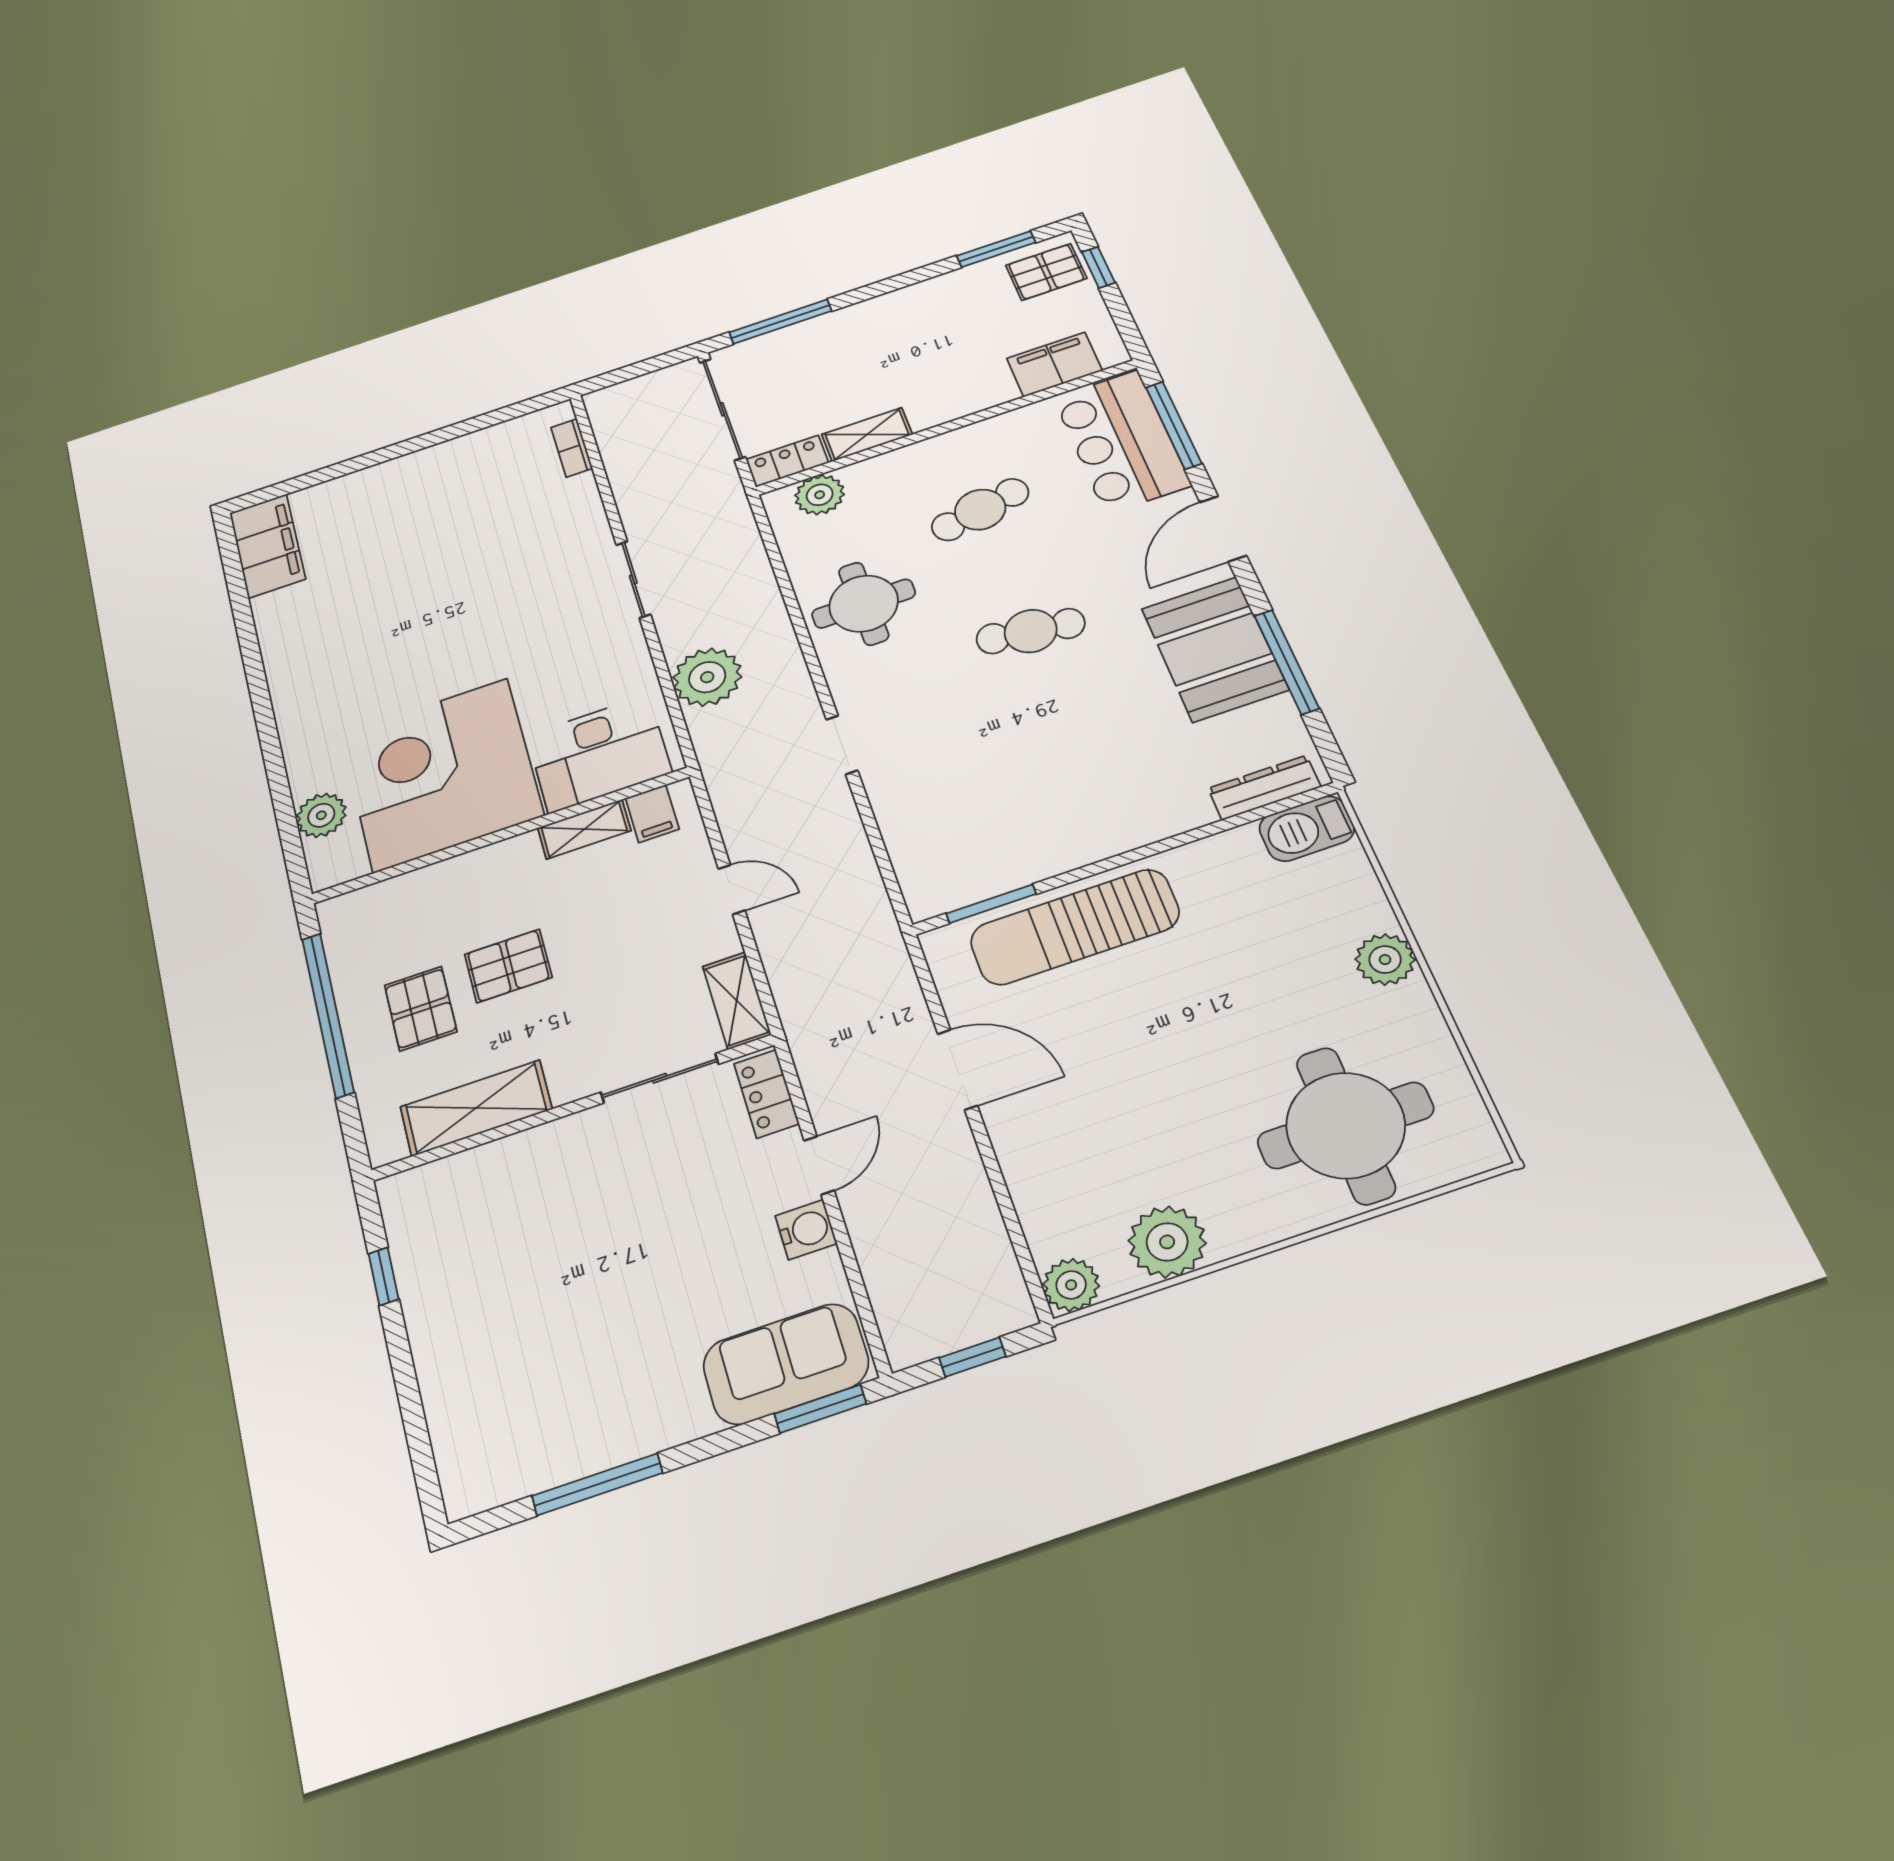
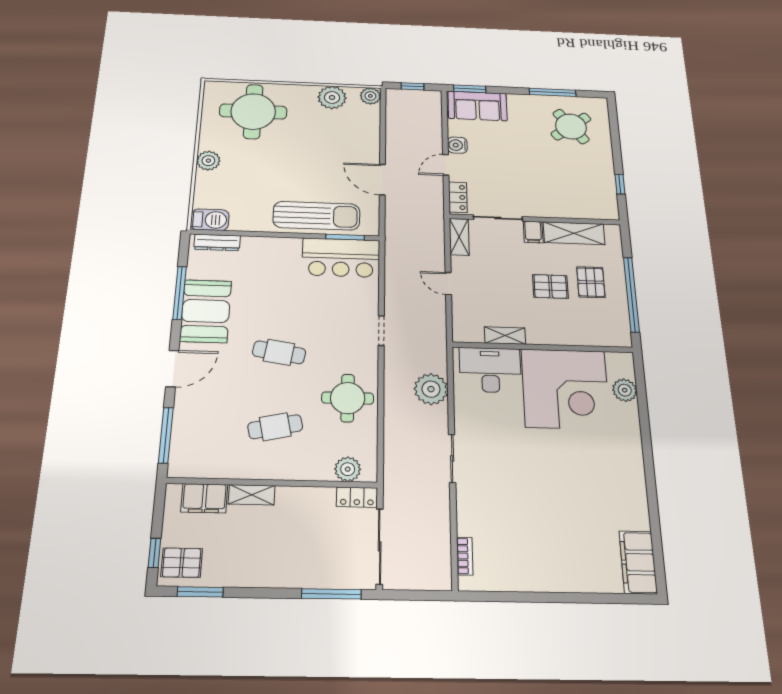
shelving: (867, 435) -> (252, 495), moved
bar counter: (1122, 441) -> (341, 258), moved, turned 90
filing cabinet: (652, 814) -> (533, 232), moved, turned 180
round table: (530, 1396) -> (571, 127), added

